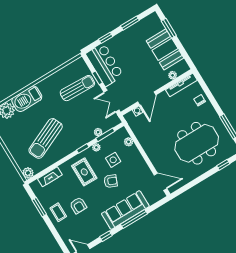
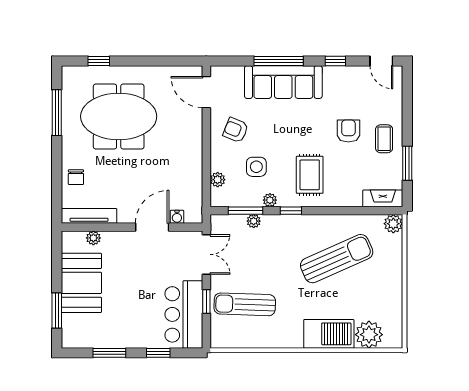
fireplace: (50, 177) -> (383, 198), moved
armchair: (111, 181) -> (236, 130), moved

